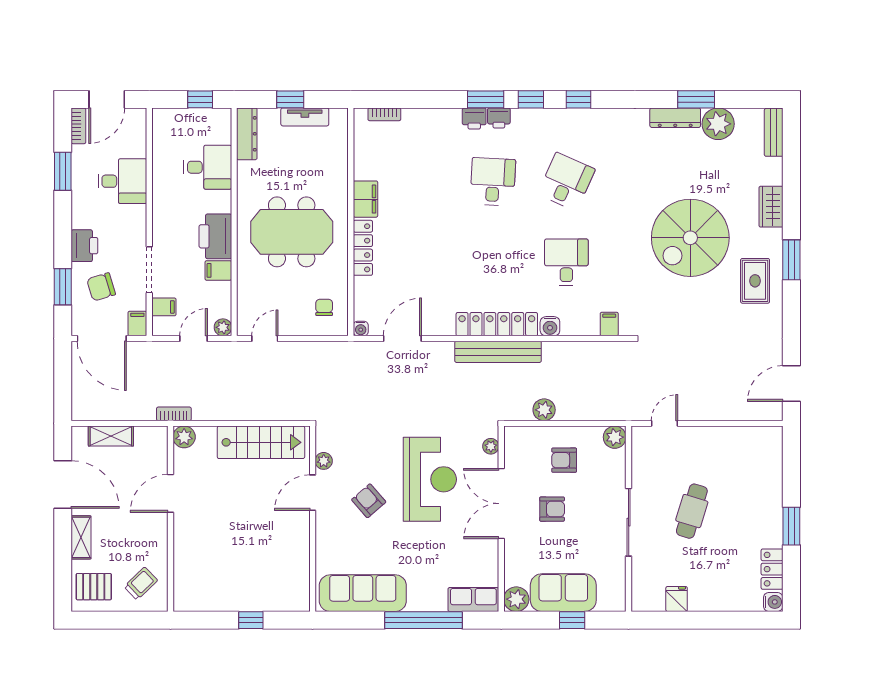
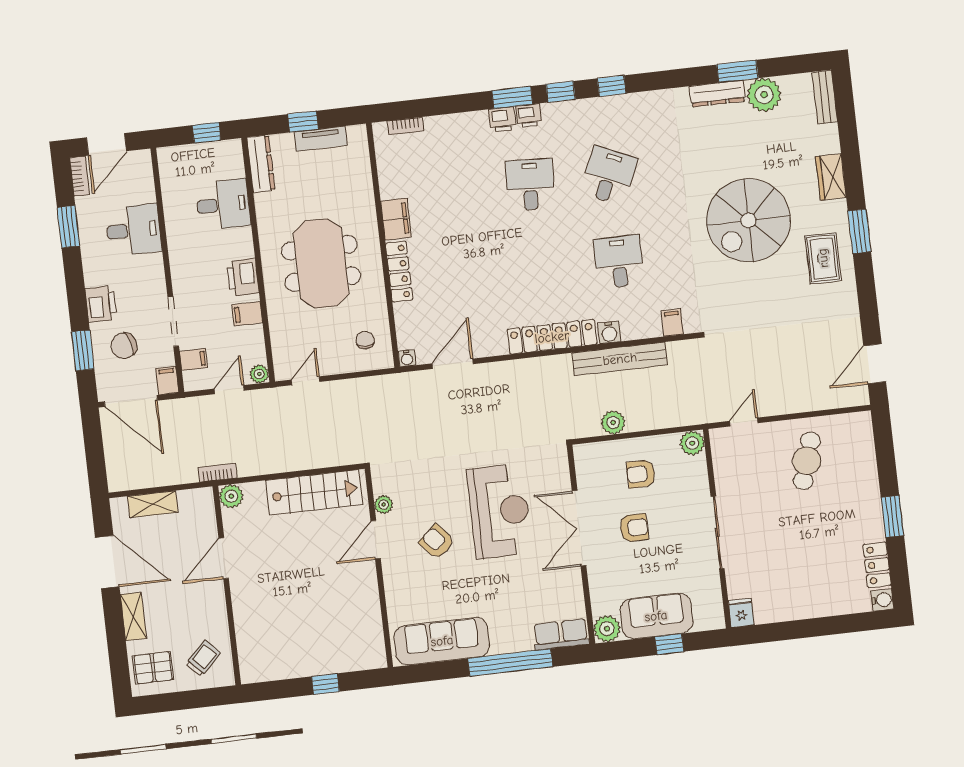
meeting table: (292, 232) -> (321, 263), turned 90
printer: (215, 236) -> (243, 277), width x0.73, depth x0.84
bench: (498, 352) -> (620, 359), moved
plant: (491, 446) -> (561, 468), removed
cafe table: (692, 511) -> (807, 461), moved
fridge: (677, 599) -> (741, 613), moved

